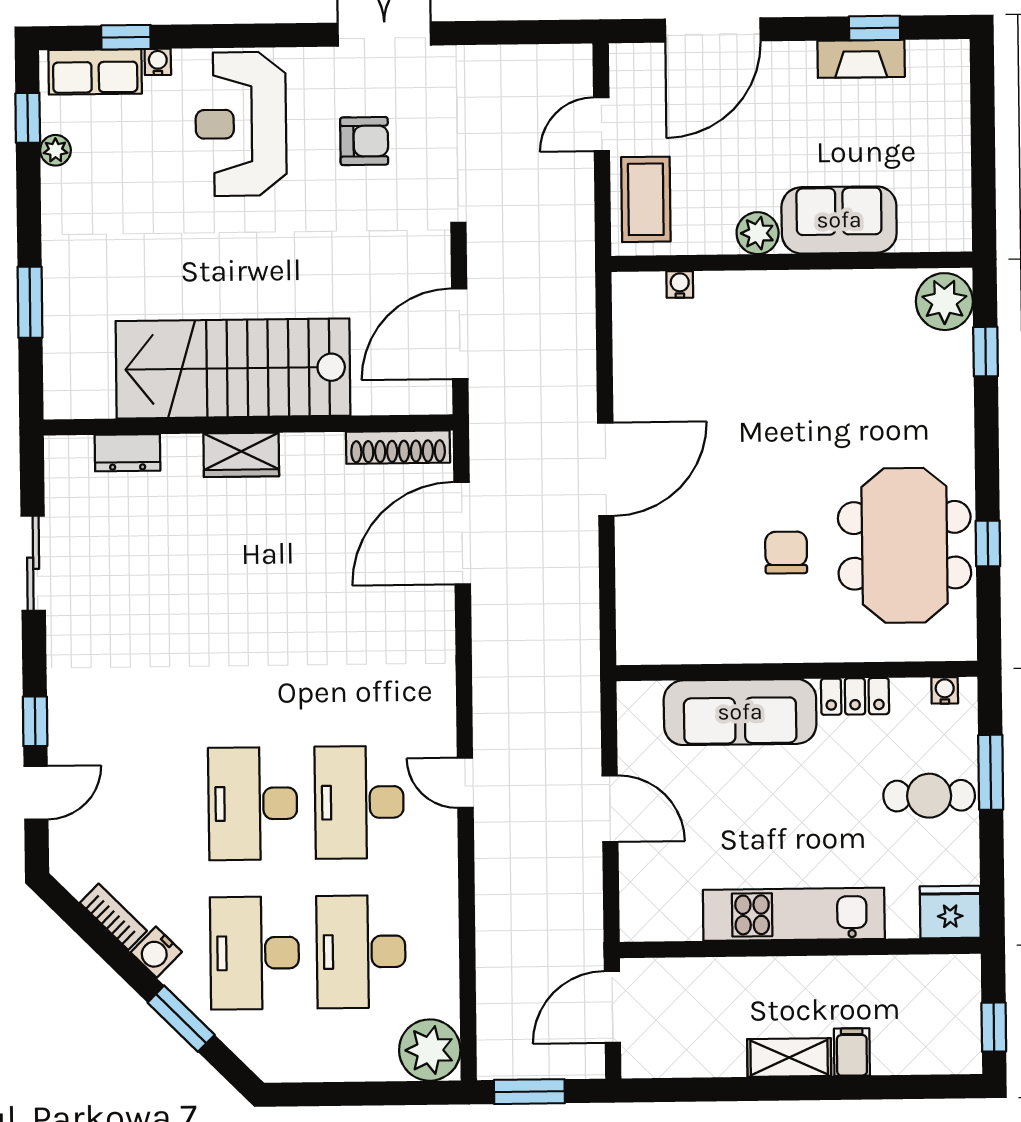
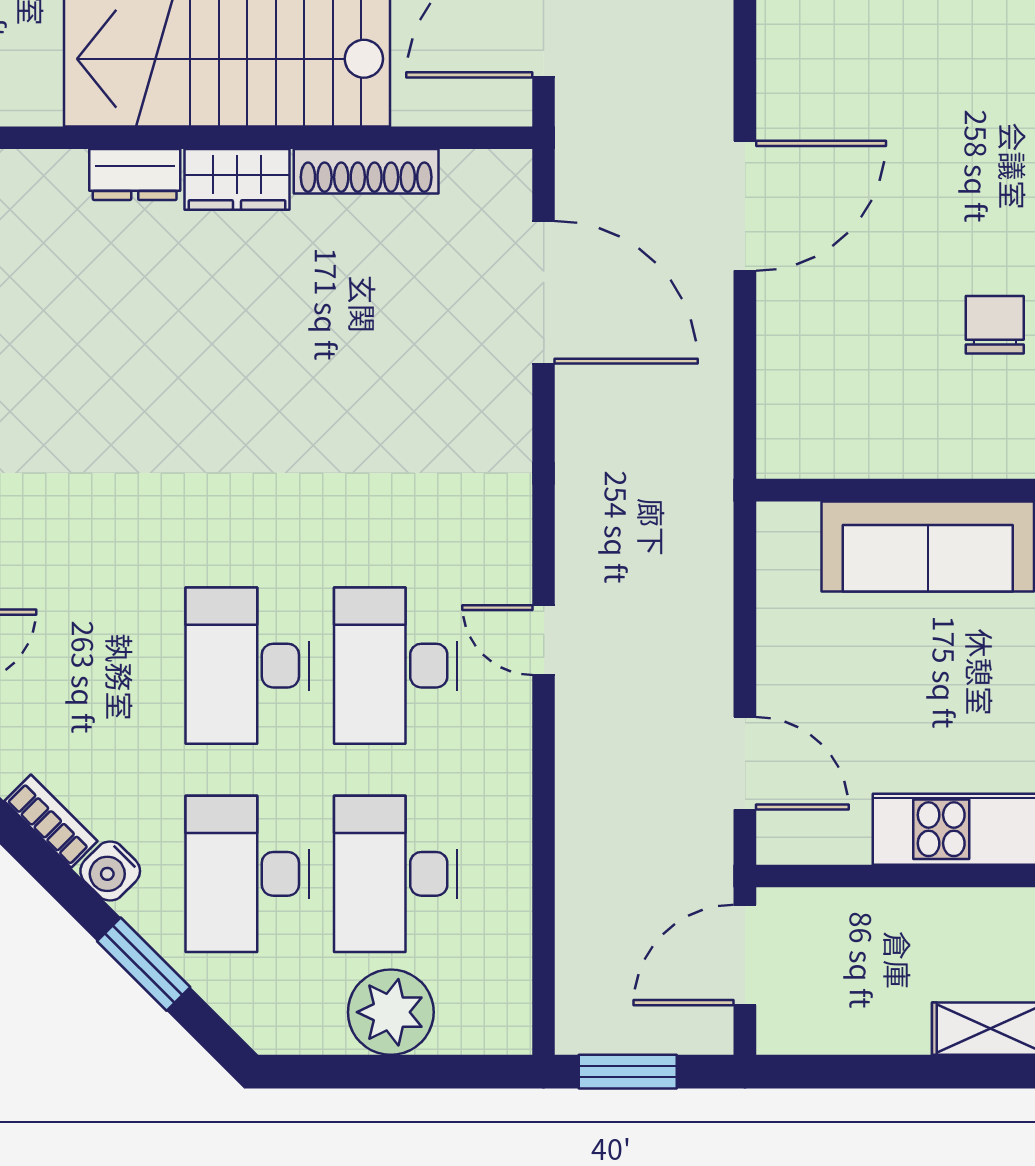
shoe rack: (398, 447) -> (366, 171), moved
dresser: (127, 453) -> (135, 175), moved
door: (462, 533) -> (544, 292), swing flipped
door: (610, 809) -> (745, 763), moved
plant: (430, 1050) -> (391, 1012), moved

